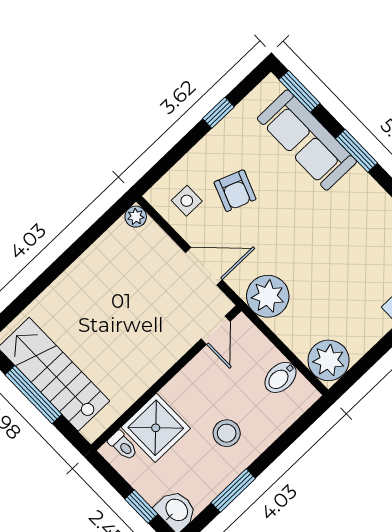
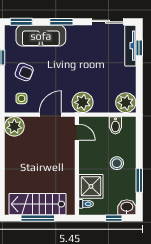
armchair: (235, 191) -> (24, 72), moved
plant: (136, 217) -> (14, 126), width x1.87, depth x1.87

